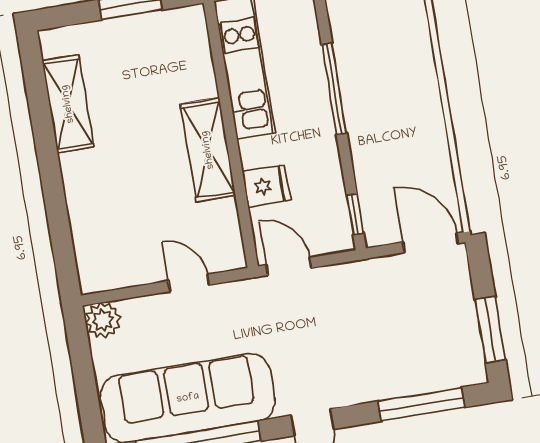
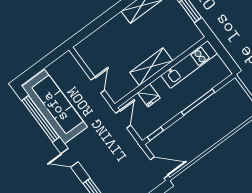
door: (431, 243) -> (159, 168), hinge flipped
plant: (103, 320) -> (67, 60), removed

